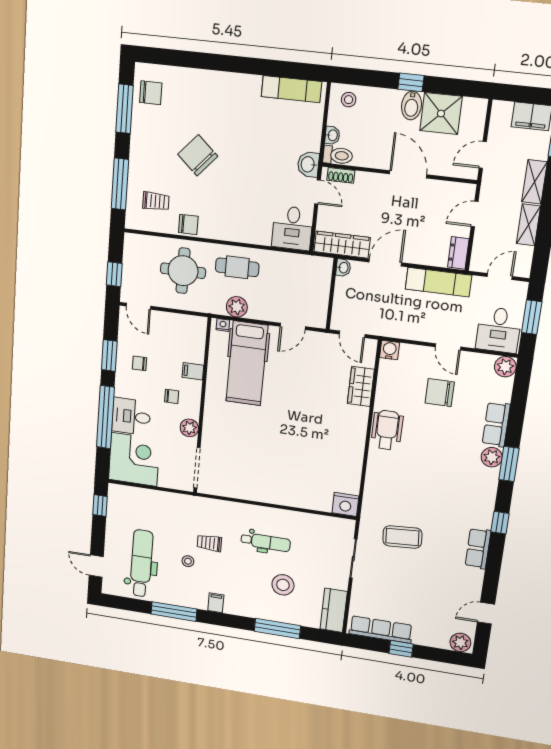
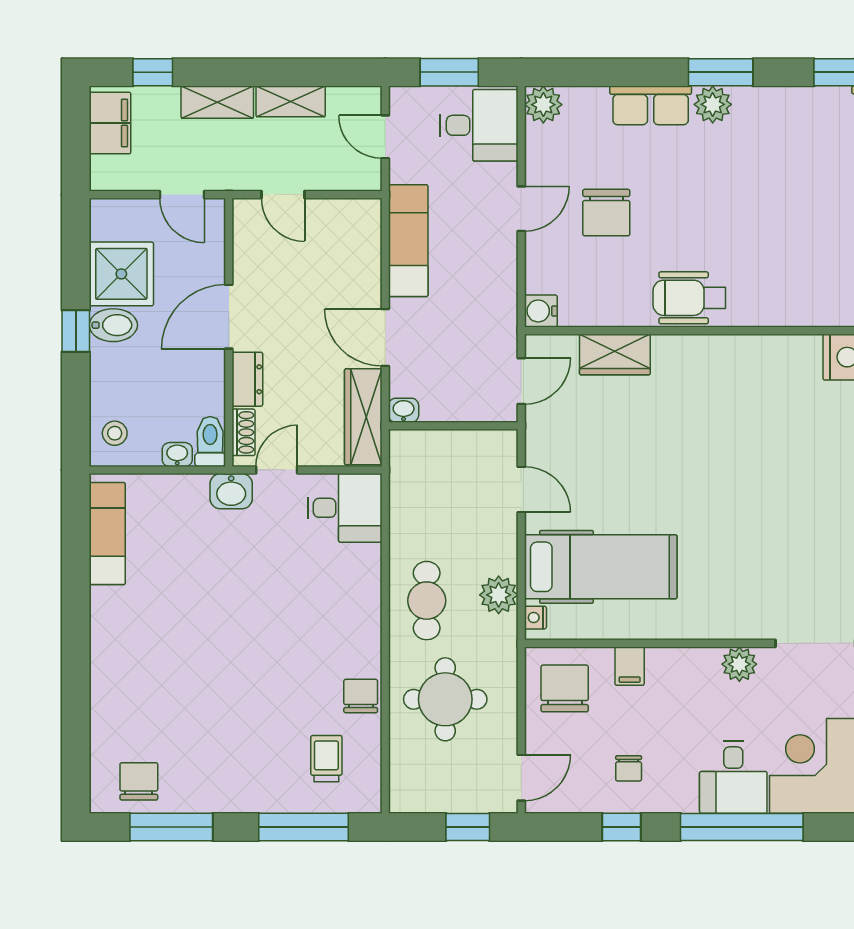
chair: (198, 155) -> (237, 689), removed
dresser: (458, 253) -> (247, 379), moved, turned -90
window: (109, 355) -> (621, 827), width x0.67
chair: (172, 396) -> (565, 688), moved, width x1.87, depth x1.87

